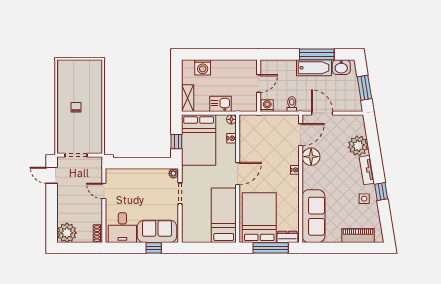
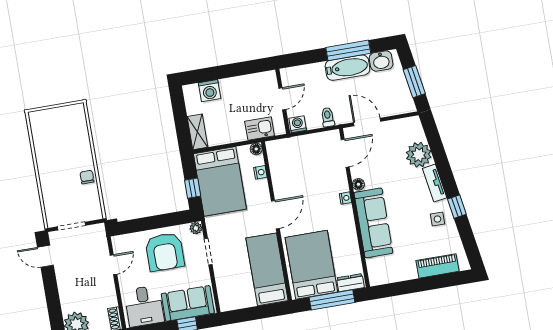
kitchen sink: (221, 104) -> (260, 129), moved
chair: (76, 107) -> (87, 177), moved
floor lamp: (311, 157) -> (358, 184), width x0.53, depth x0.53
armchair: (146, 188) -> (165, 252), added
door: (104, 191) -> (113, 265), swing flipped
sofa: (313, 216) -> (373, 223), moved

